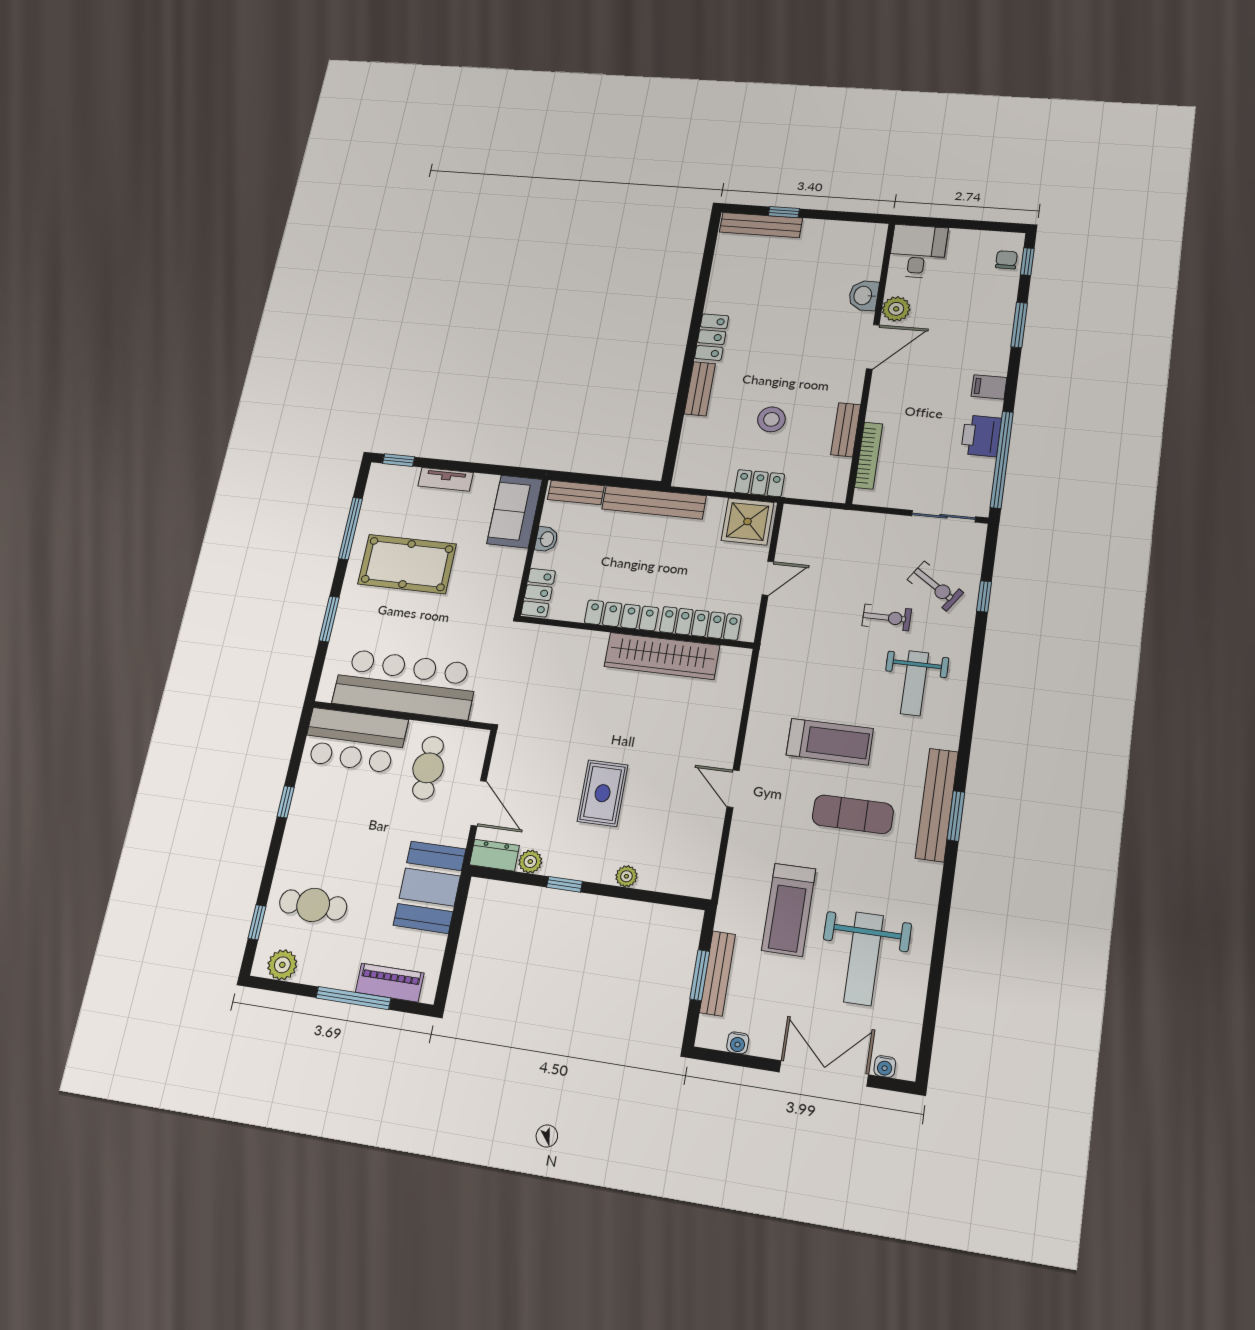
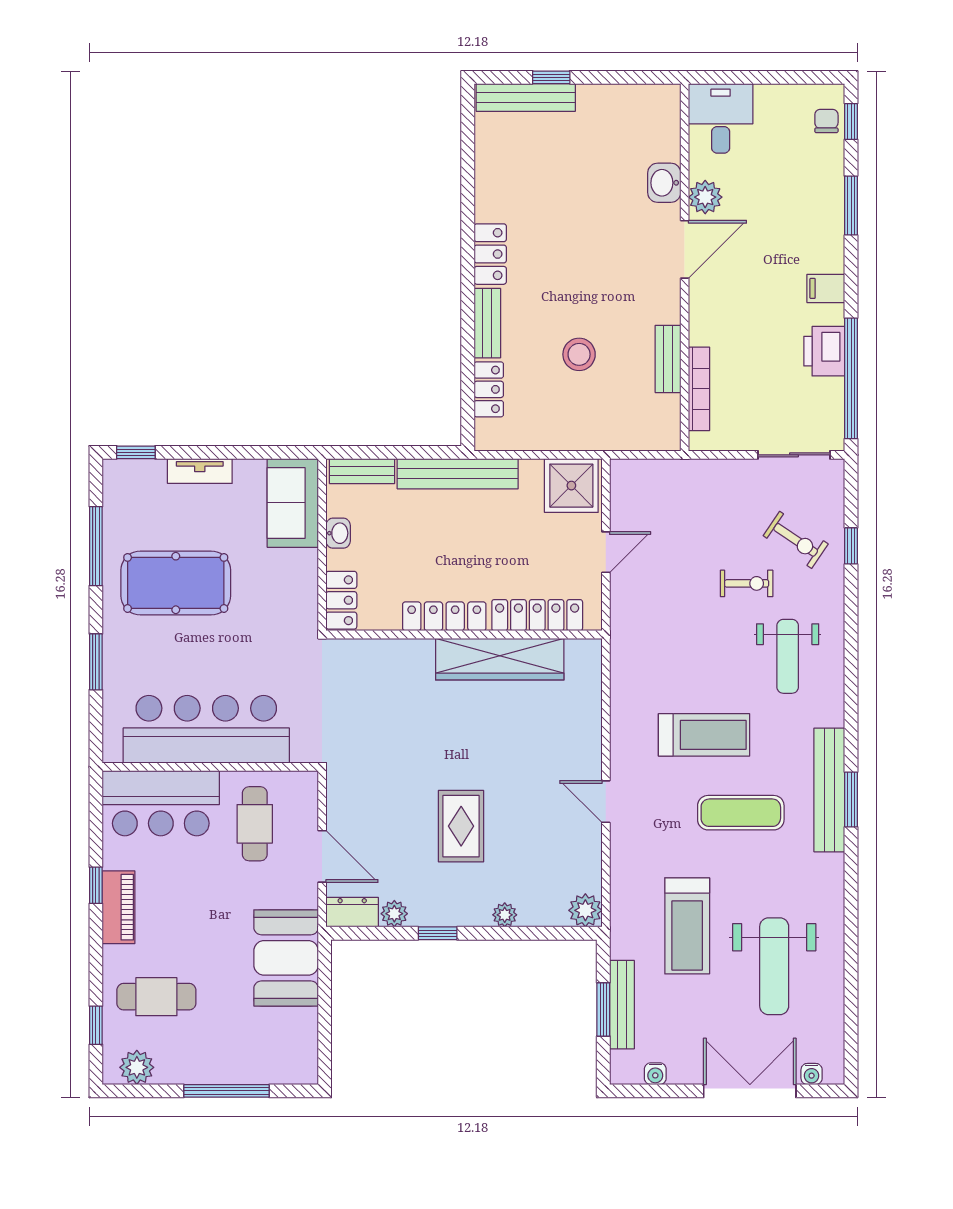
locker: (760, 483) -> (489, 389), moved, turned 90
plant: (699, 882) -> (585, 910), added
piano: (390, 983) -> (118, 907), moved, turned 90

